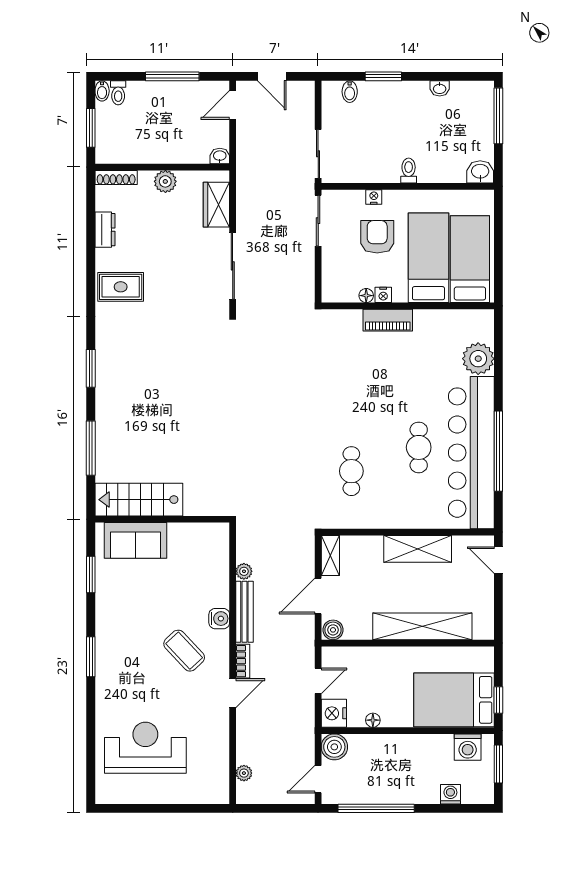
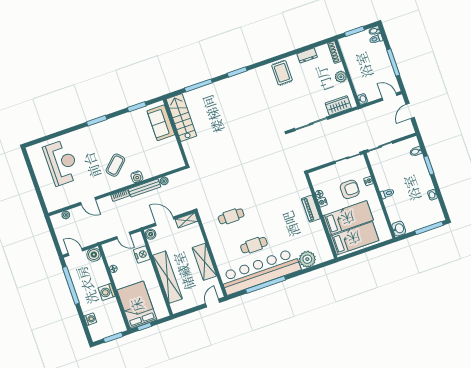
door: (233, 693) -> (88, 201), moved
nightstand: (334, 713) -> (142, 254), moved, turned 90
washing machine: (468, 747) -> (107, 292), moved

